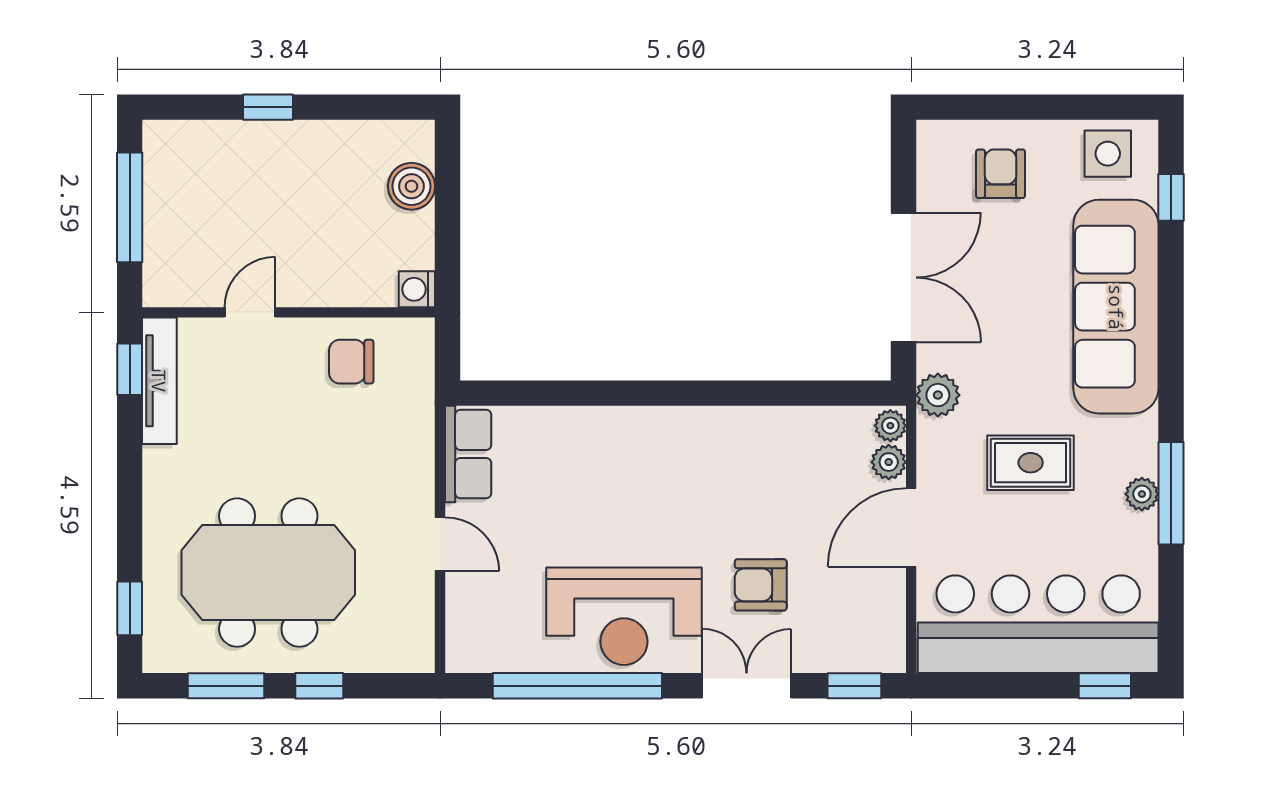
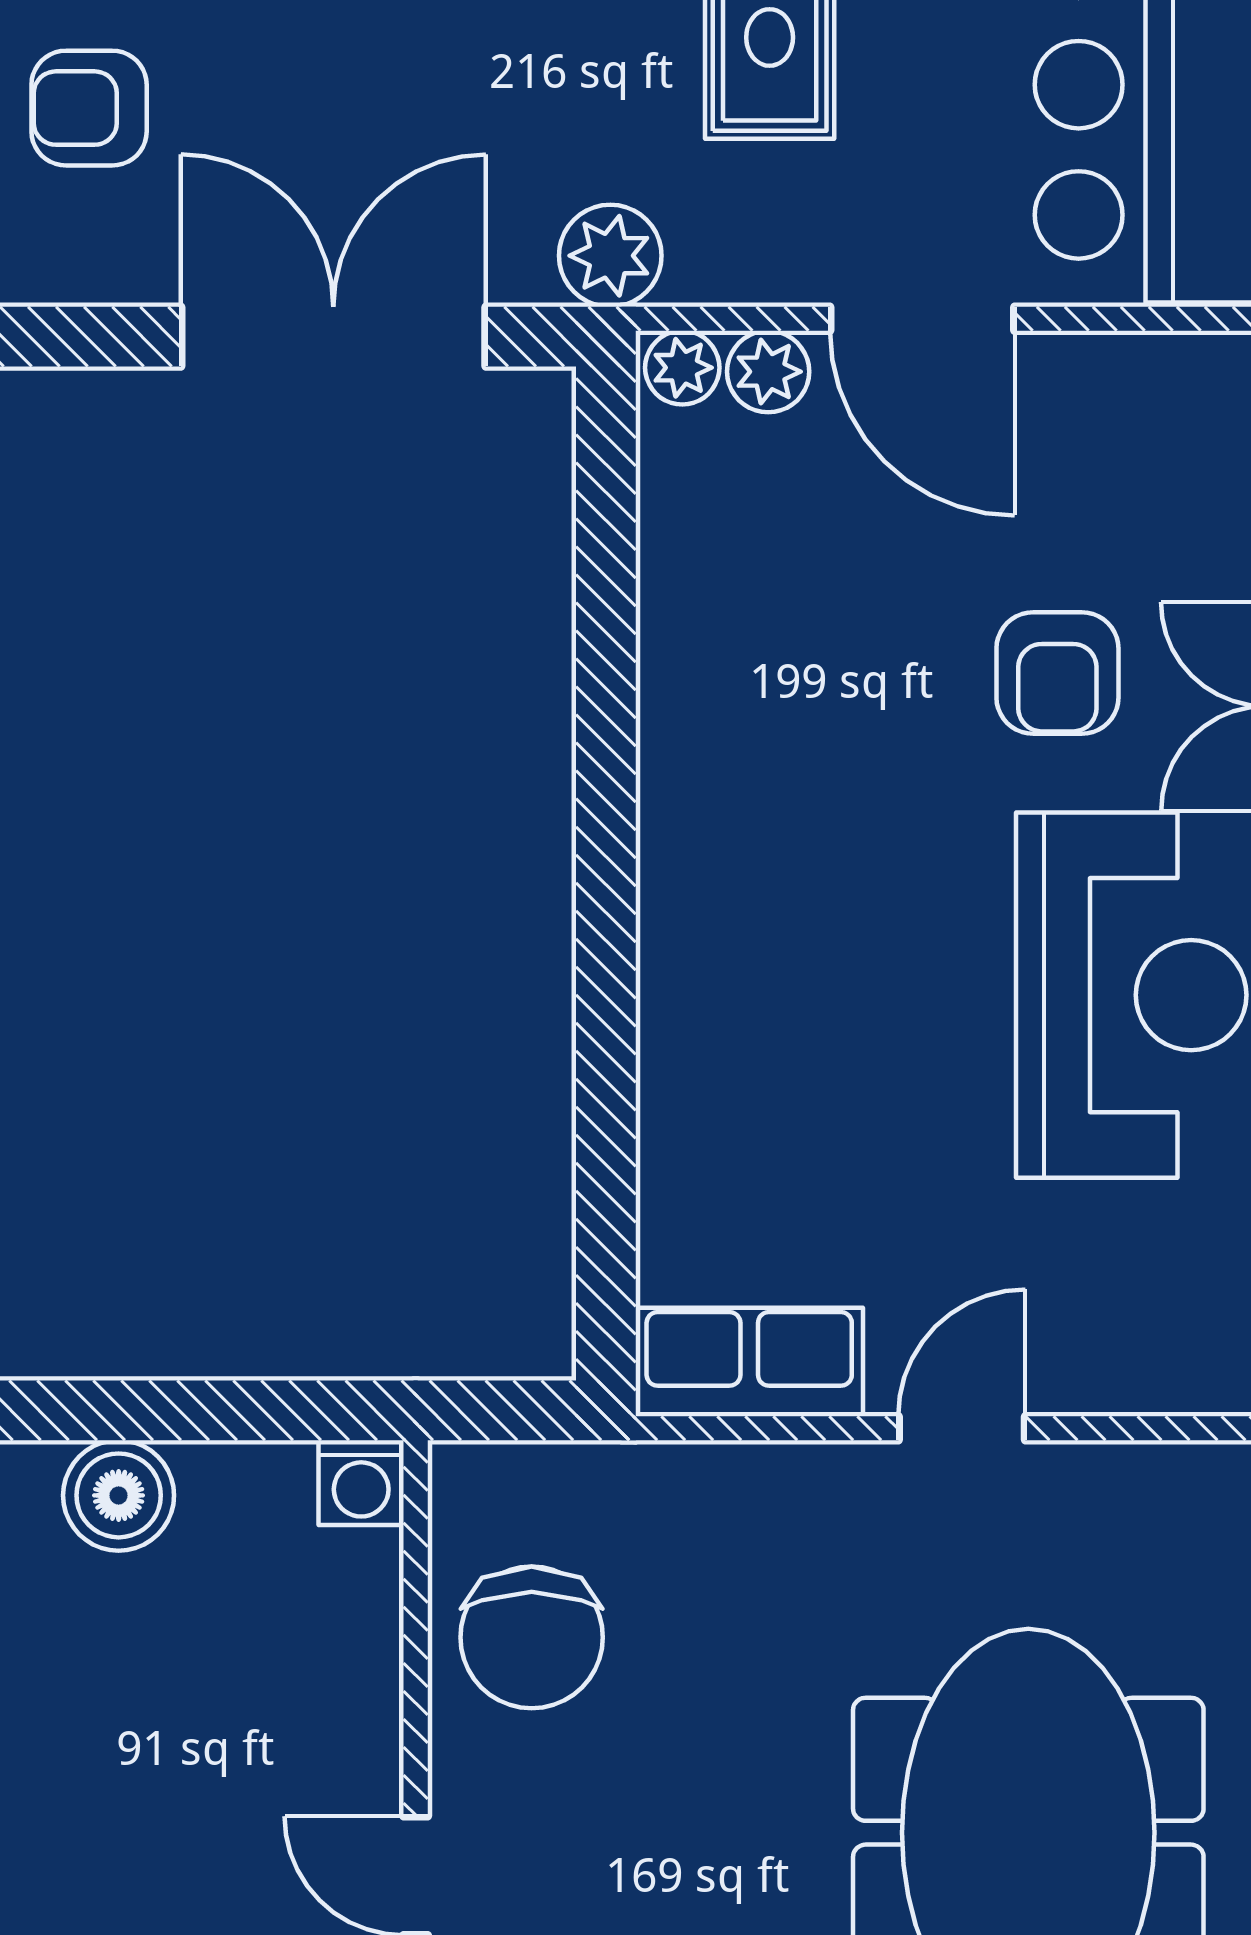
chair: (351, 362) -> (532, 1637), width x1.37, depth x1.37

